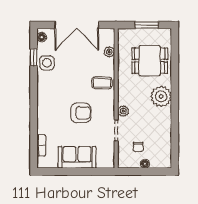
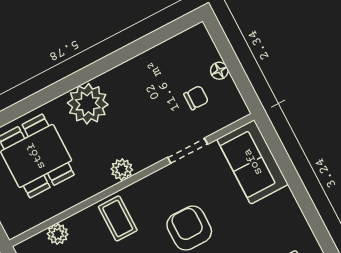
plant: (123, 111) -> (122, 169), moved
sofa: (77, 157) -> (253, 162), moved

